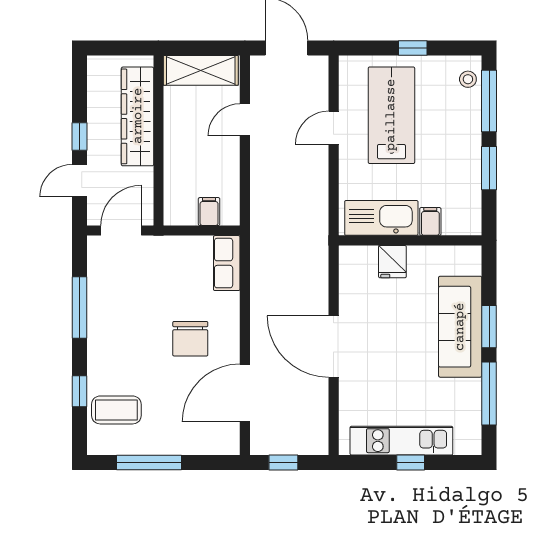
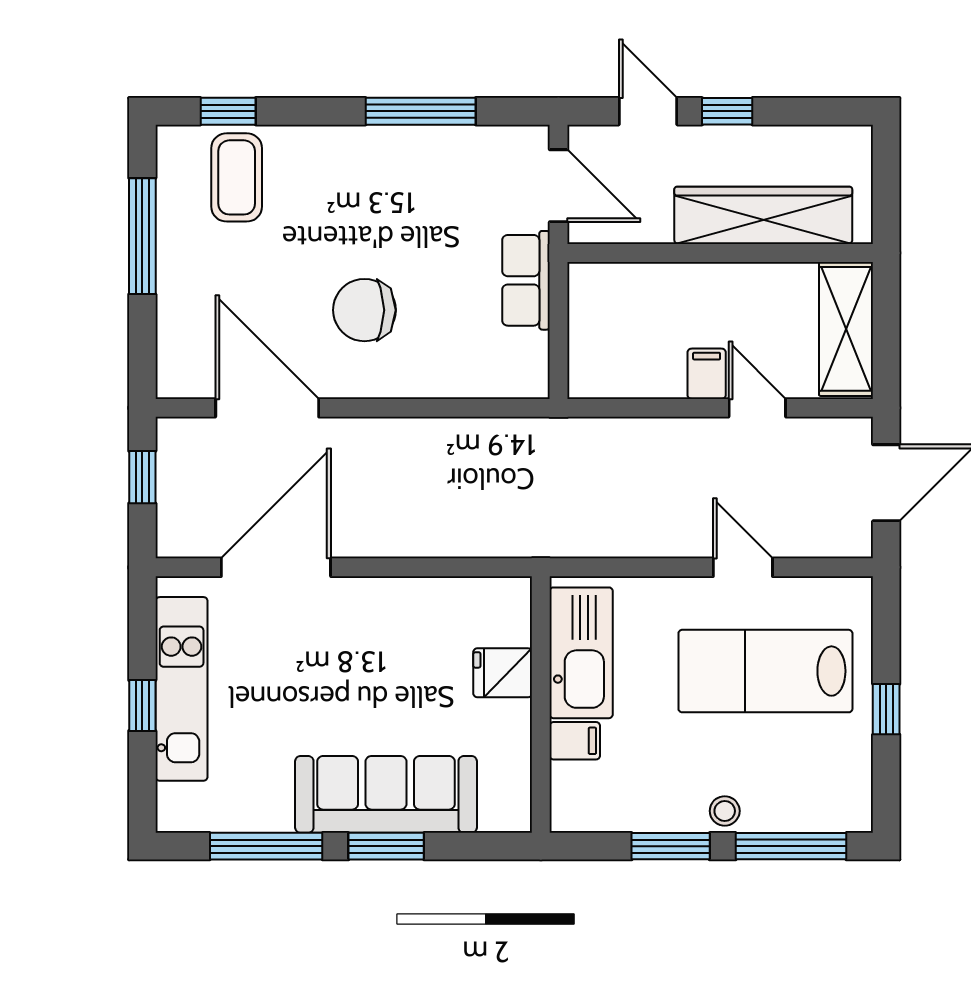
stool: (468, 79) -> (725, 811), moved
lab bench: (391, 115) -> (765, 671), turned 180
filing cabinet: (209, 212) -> (707, 374), moved, turned -90
row of seats: (227, 263) -> (526, 280), moved, turned -90
door: (334, 347) -> (276, 567), moved
window: (80, 391) -> (228, 111), moved

